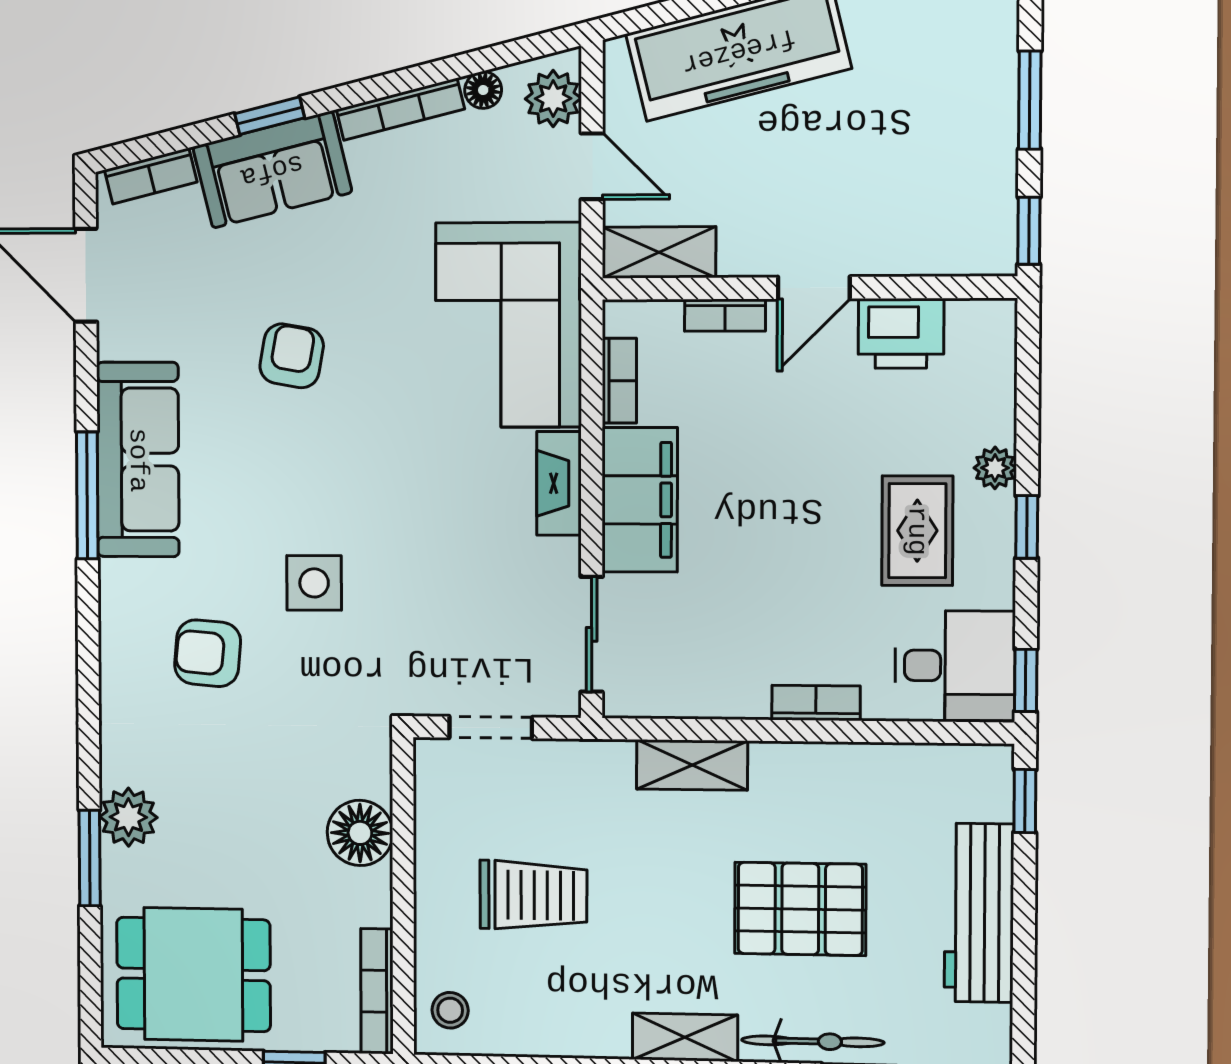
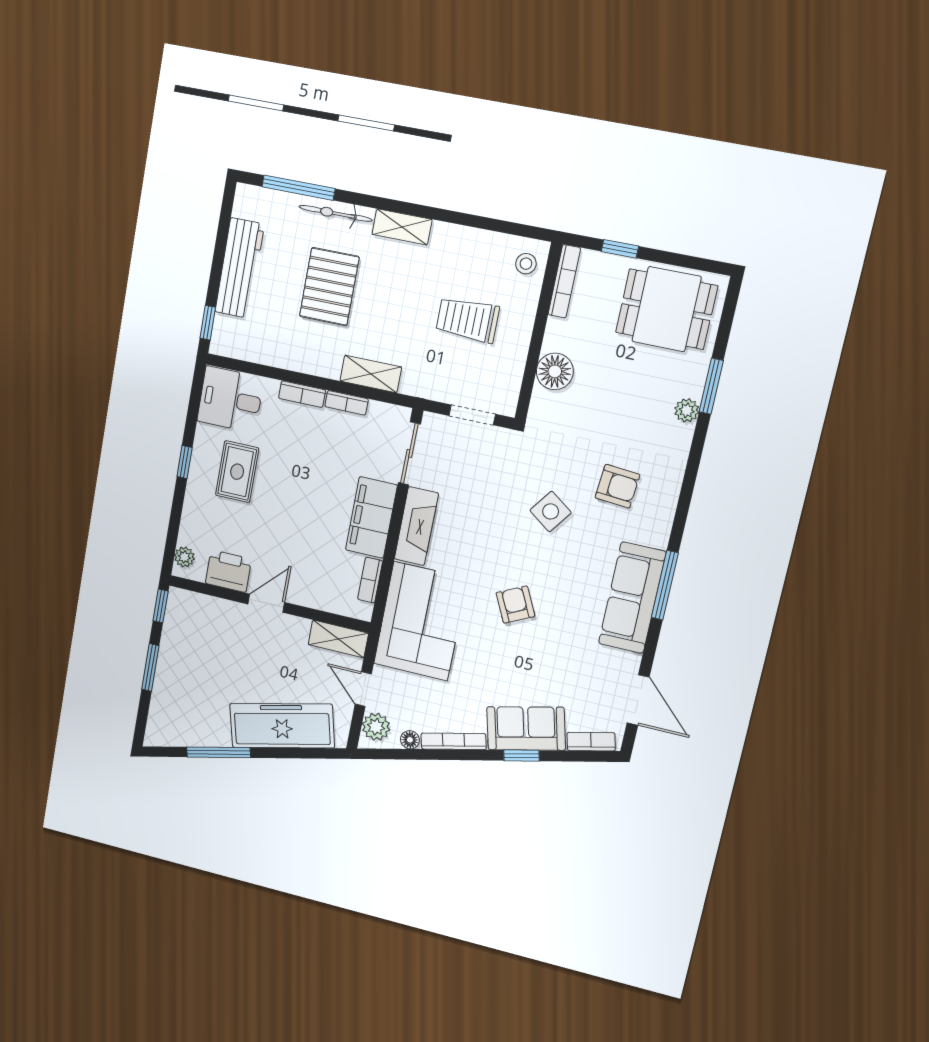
bookcase: (725, 315) -> (347, 403), moved, turned 180
armchair: (292, 356) -> (515, 605), moved, turned 144
plant: (995, 468) -> (184, 557), moved
fireplace: (559, 483) -> (416, 526), width x1.37, depth x1.32
side table: (314, 583) -> (551, 511), turned 36
window: (1026, 680) -> (197, 385), removed
plant: (128, 817) -> (687, 410), width x0.73, depth x0.73
pallet: (800, 909) -> (329, 287), turned 90

